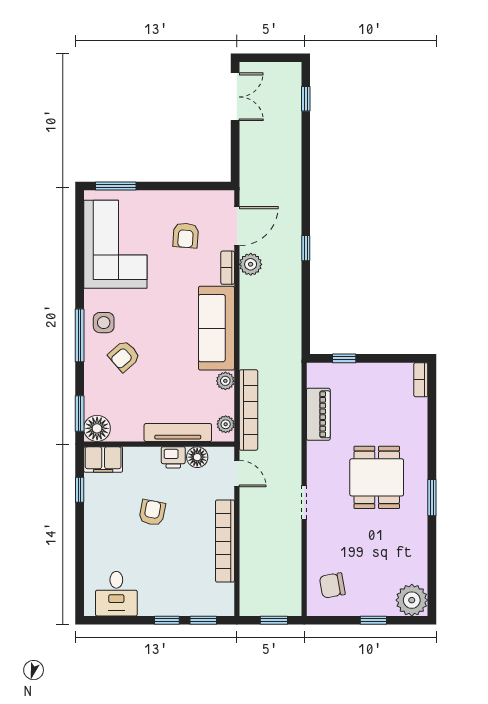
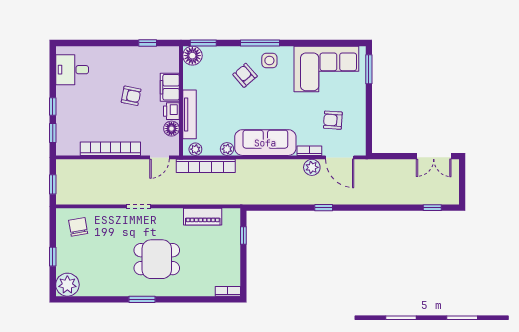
filing cabinet: (103, 460) -> (170, 87), moved

